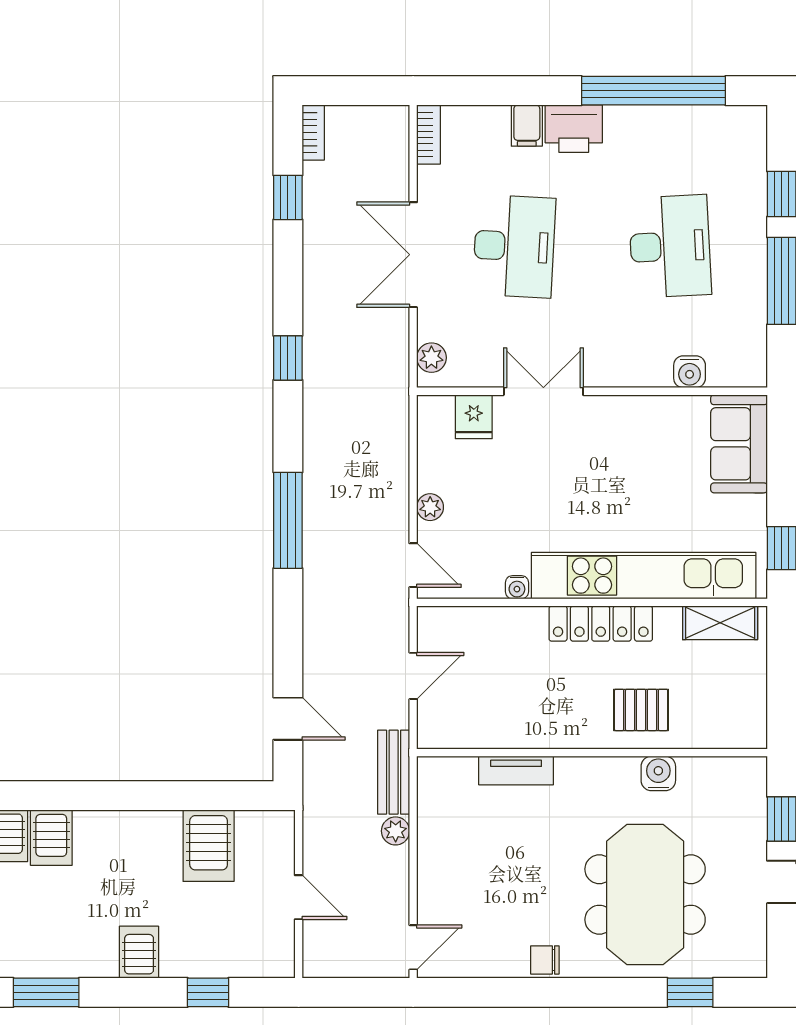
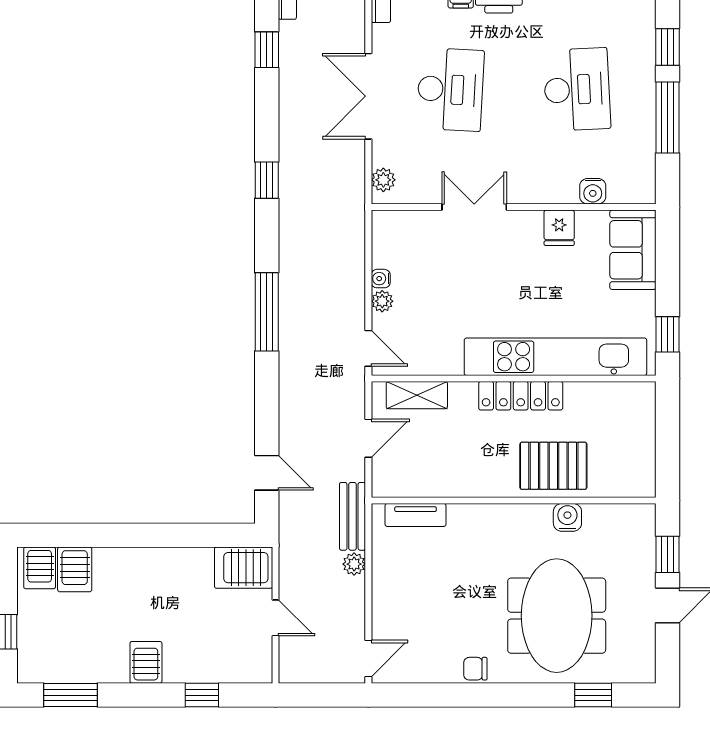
fridge: (474, 417) -> (559, 228), moved
water cooler: (517, 587) -> (381, 279), moved, turned 90
shelving: (720, 623) -> (417, 395), moved
pallet: (641, 710) -> (553, 466), width x1.50, depth x1.42
tv unit: (516, 770) -> (416, 515), moved
server rack: (209, 846) -> (244, 568), moved, turned 90

